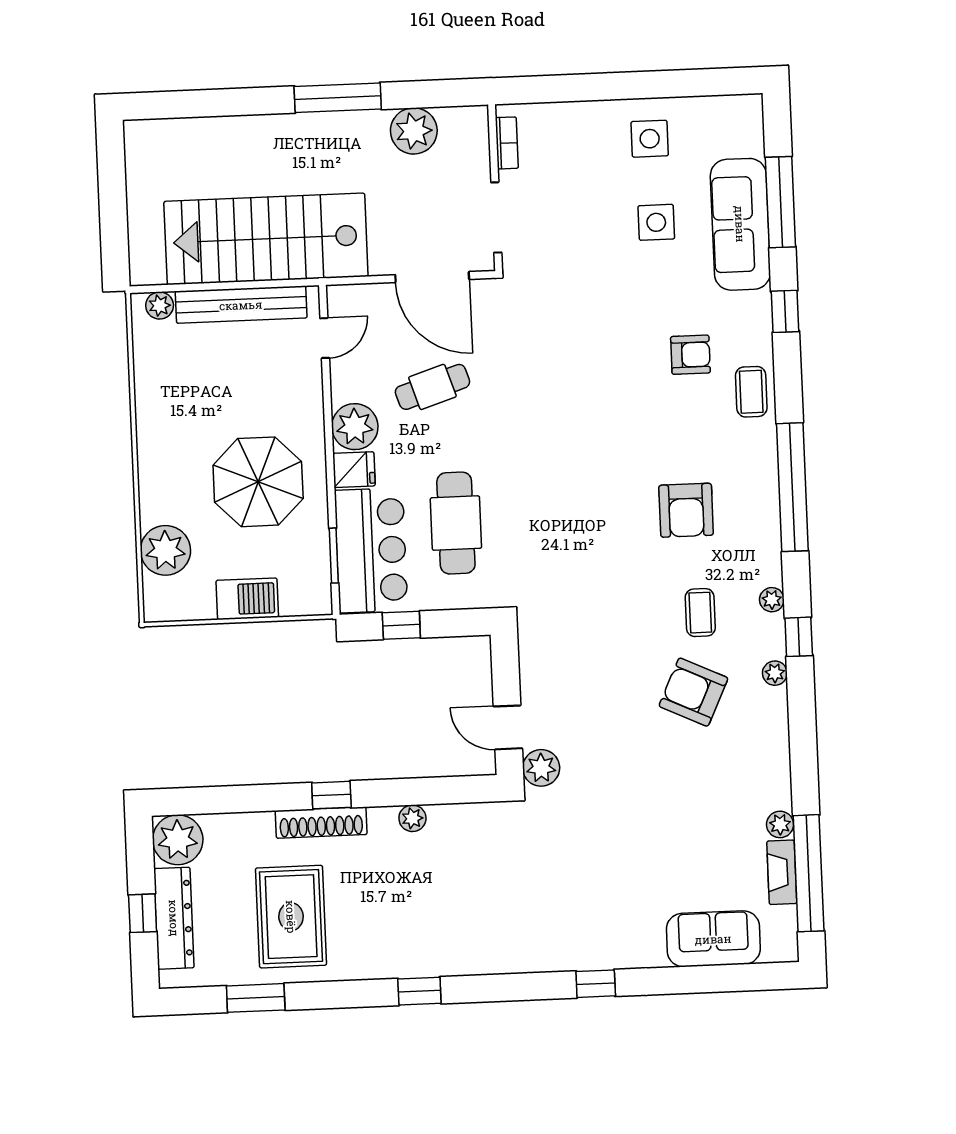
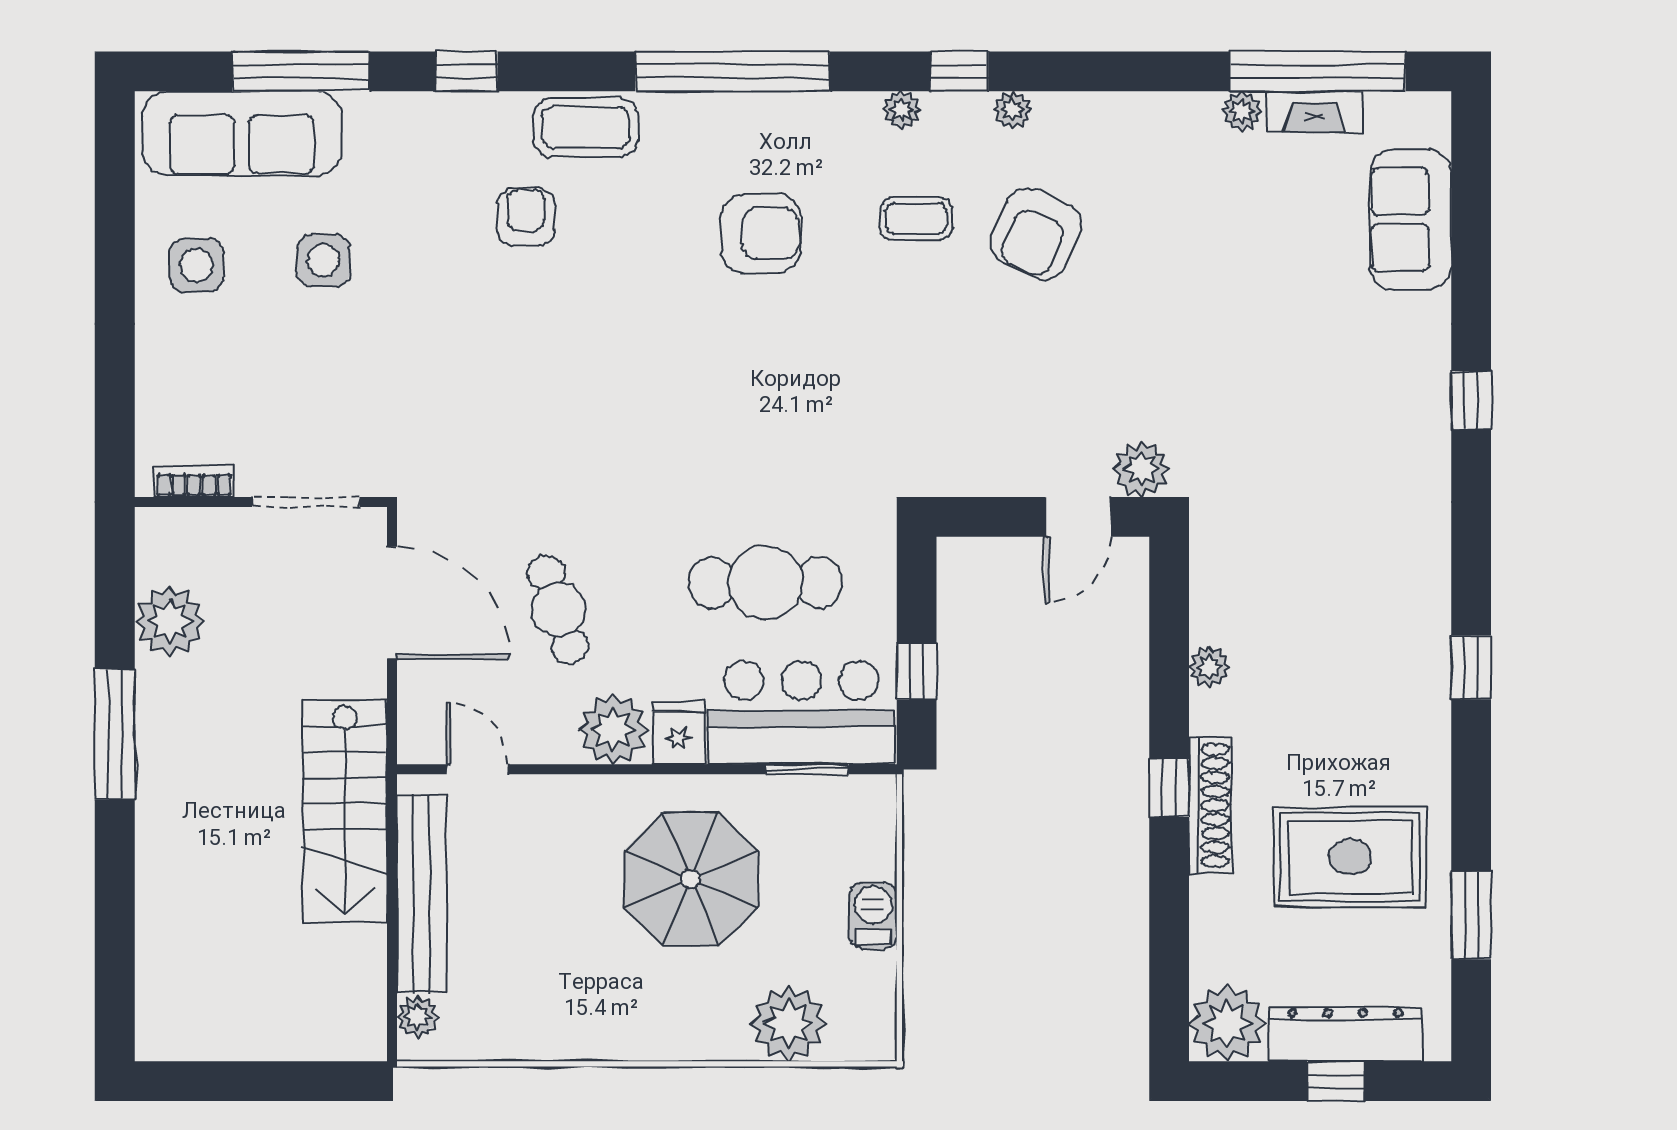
sofa: (740, 224) -> (242, 133), moved
stairs: (266, 239) -> (345, 811), width x0.73, depth x0.66
door: (432, 277) -> (392, 603), hinge flipped
coffee table: (751, 392) -> (586, 128), width x1.36, depth x1.30
barbecue: (247, 599) -> (873, 916), width x0.73, depth x0.79

